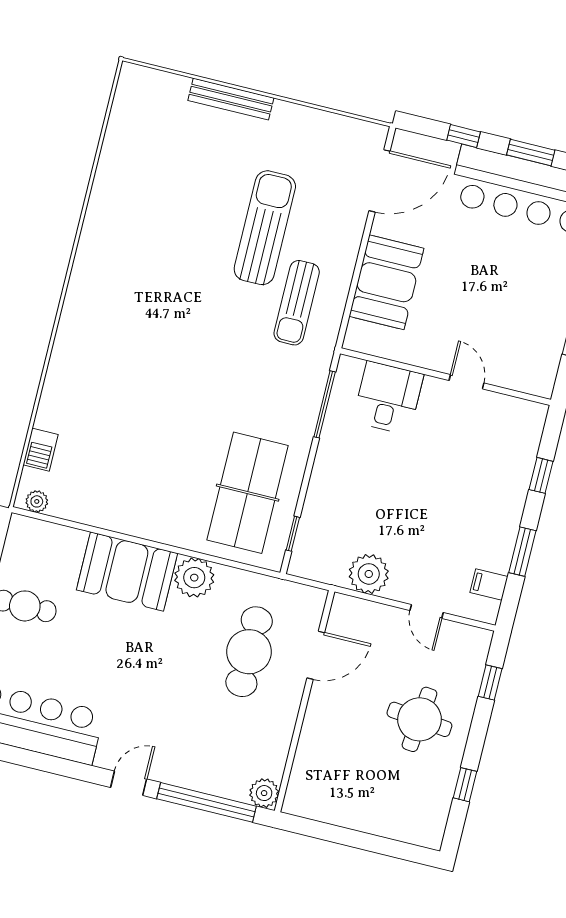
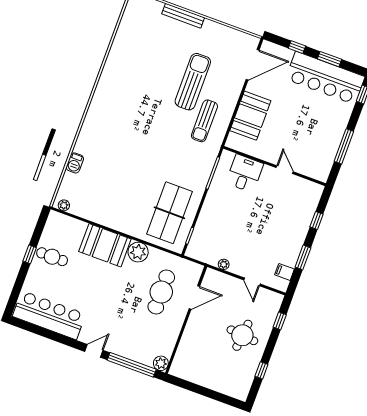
barbecue: (41, 450) -> (75, 163), moved
plant: (369, 574) -> (224, 264), width x0.53, depth x0.53

